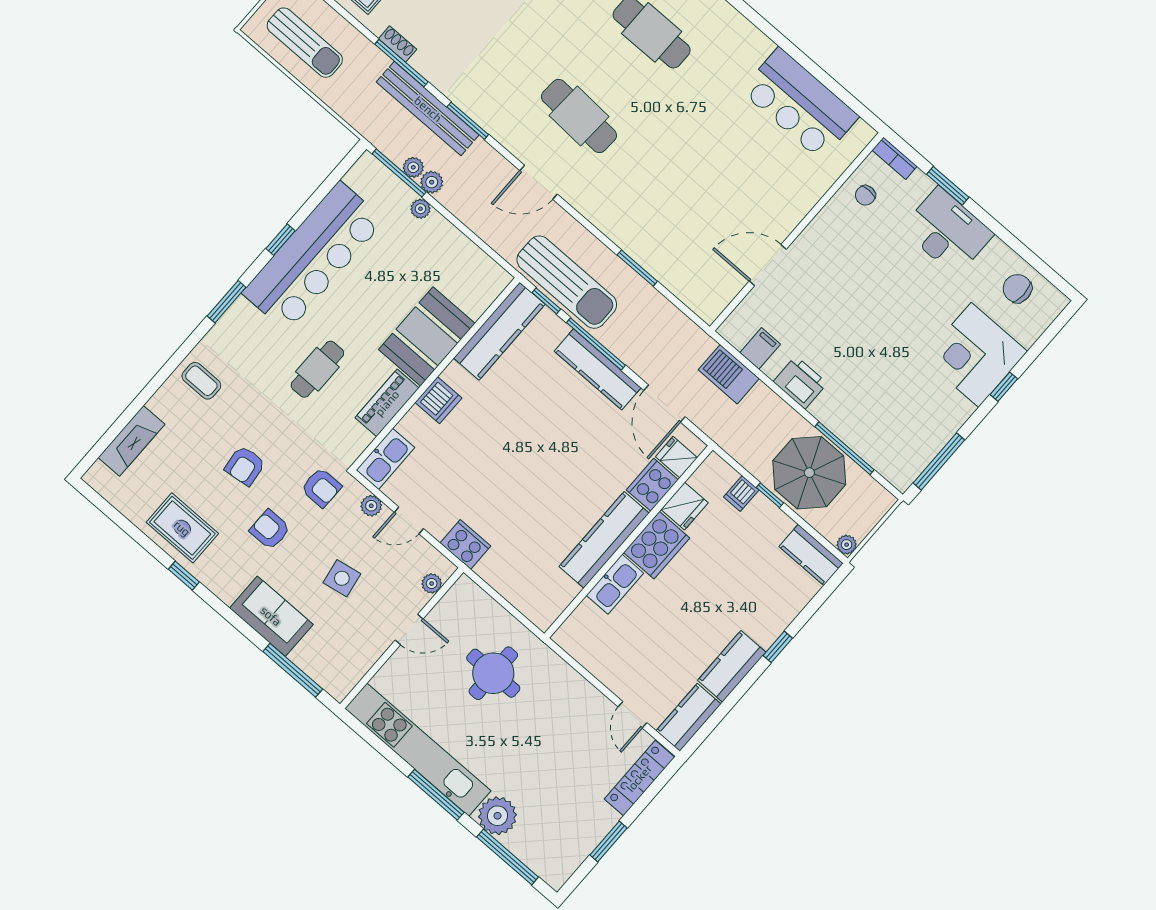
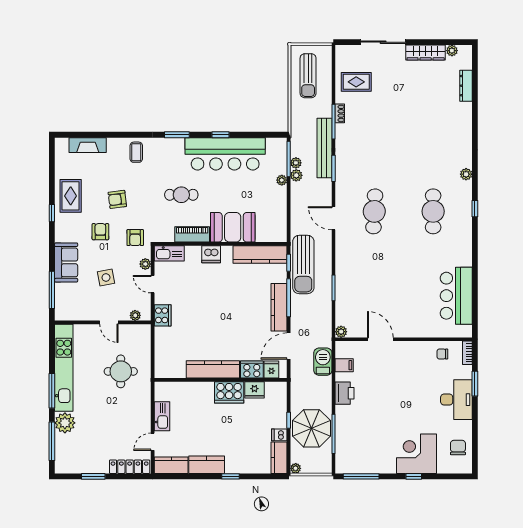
plant: (709, 311) -> (341, 332), added
dishwasher: (741, 493) -> (279, 435), moved
kitchen sink: (615, 584) -> (162, 416), moved, turned -90

